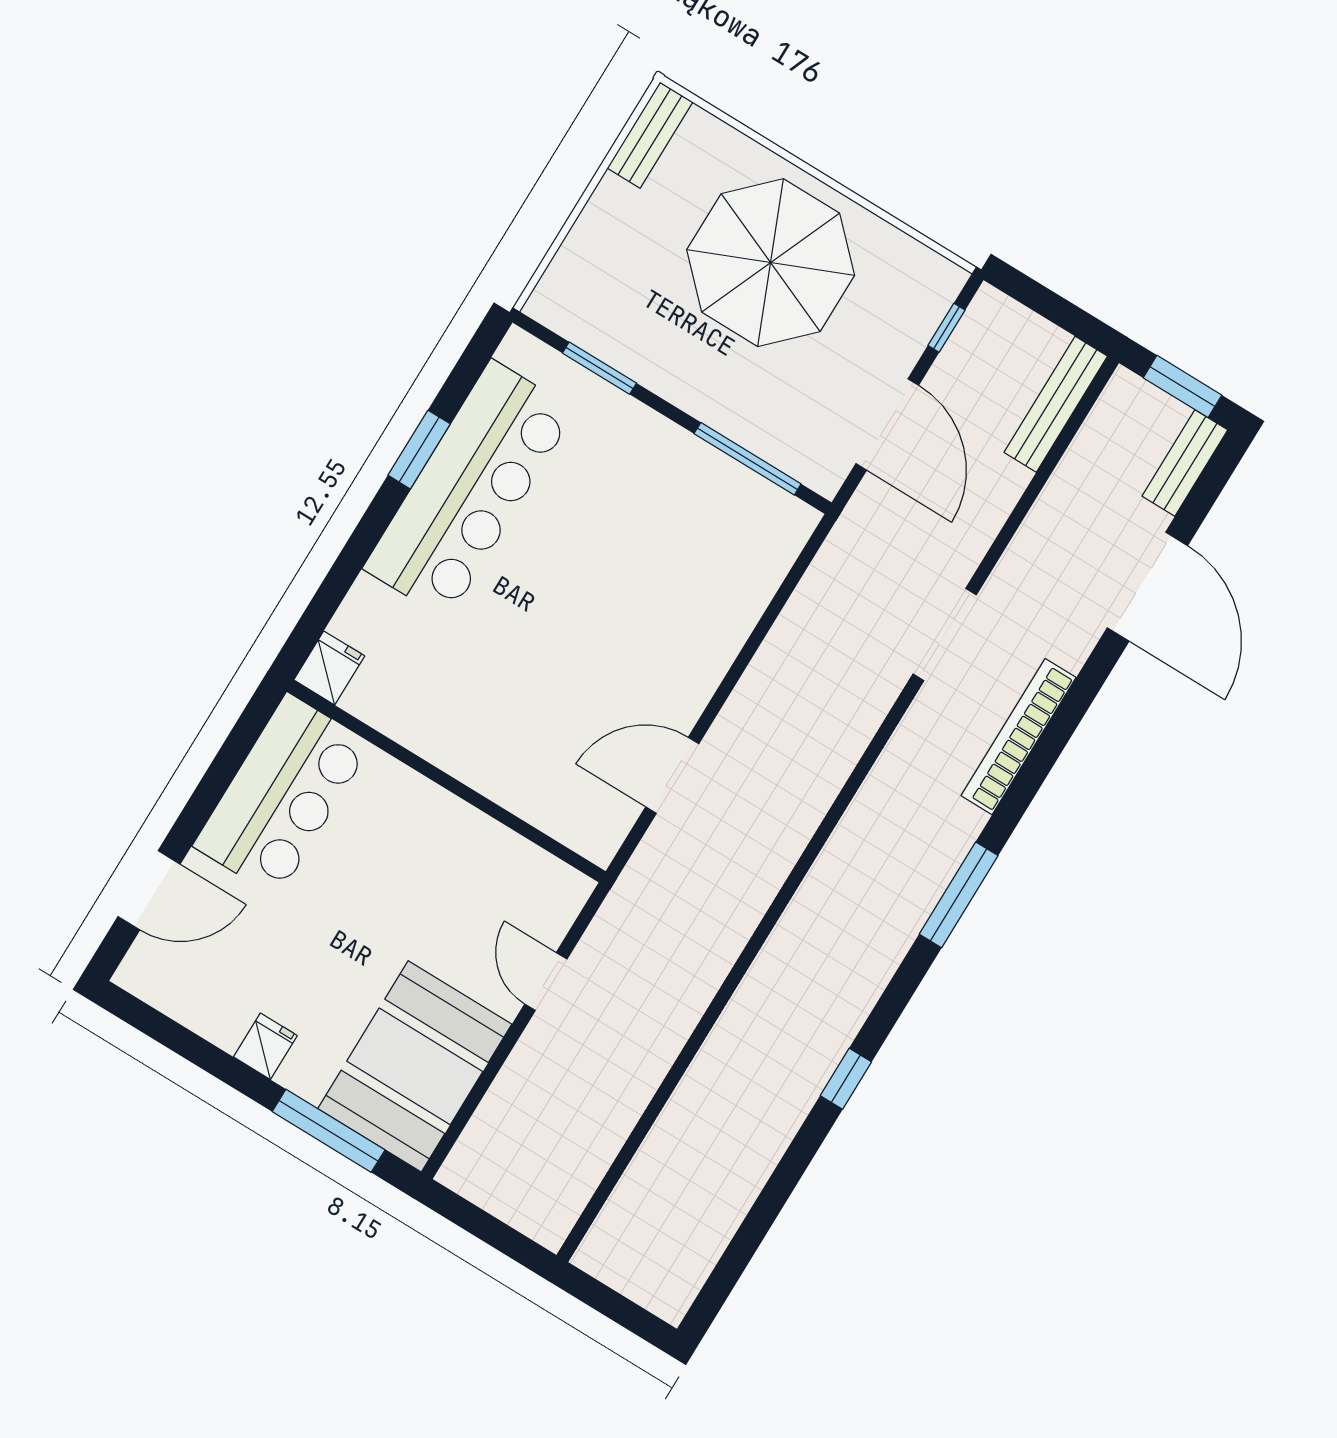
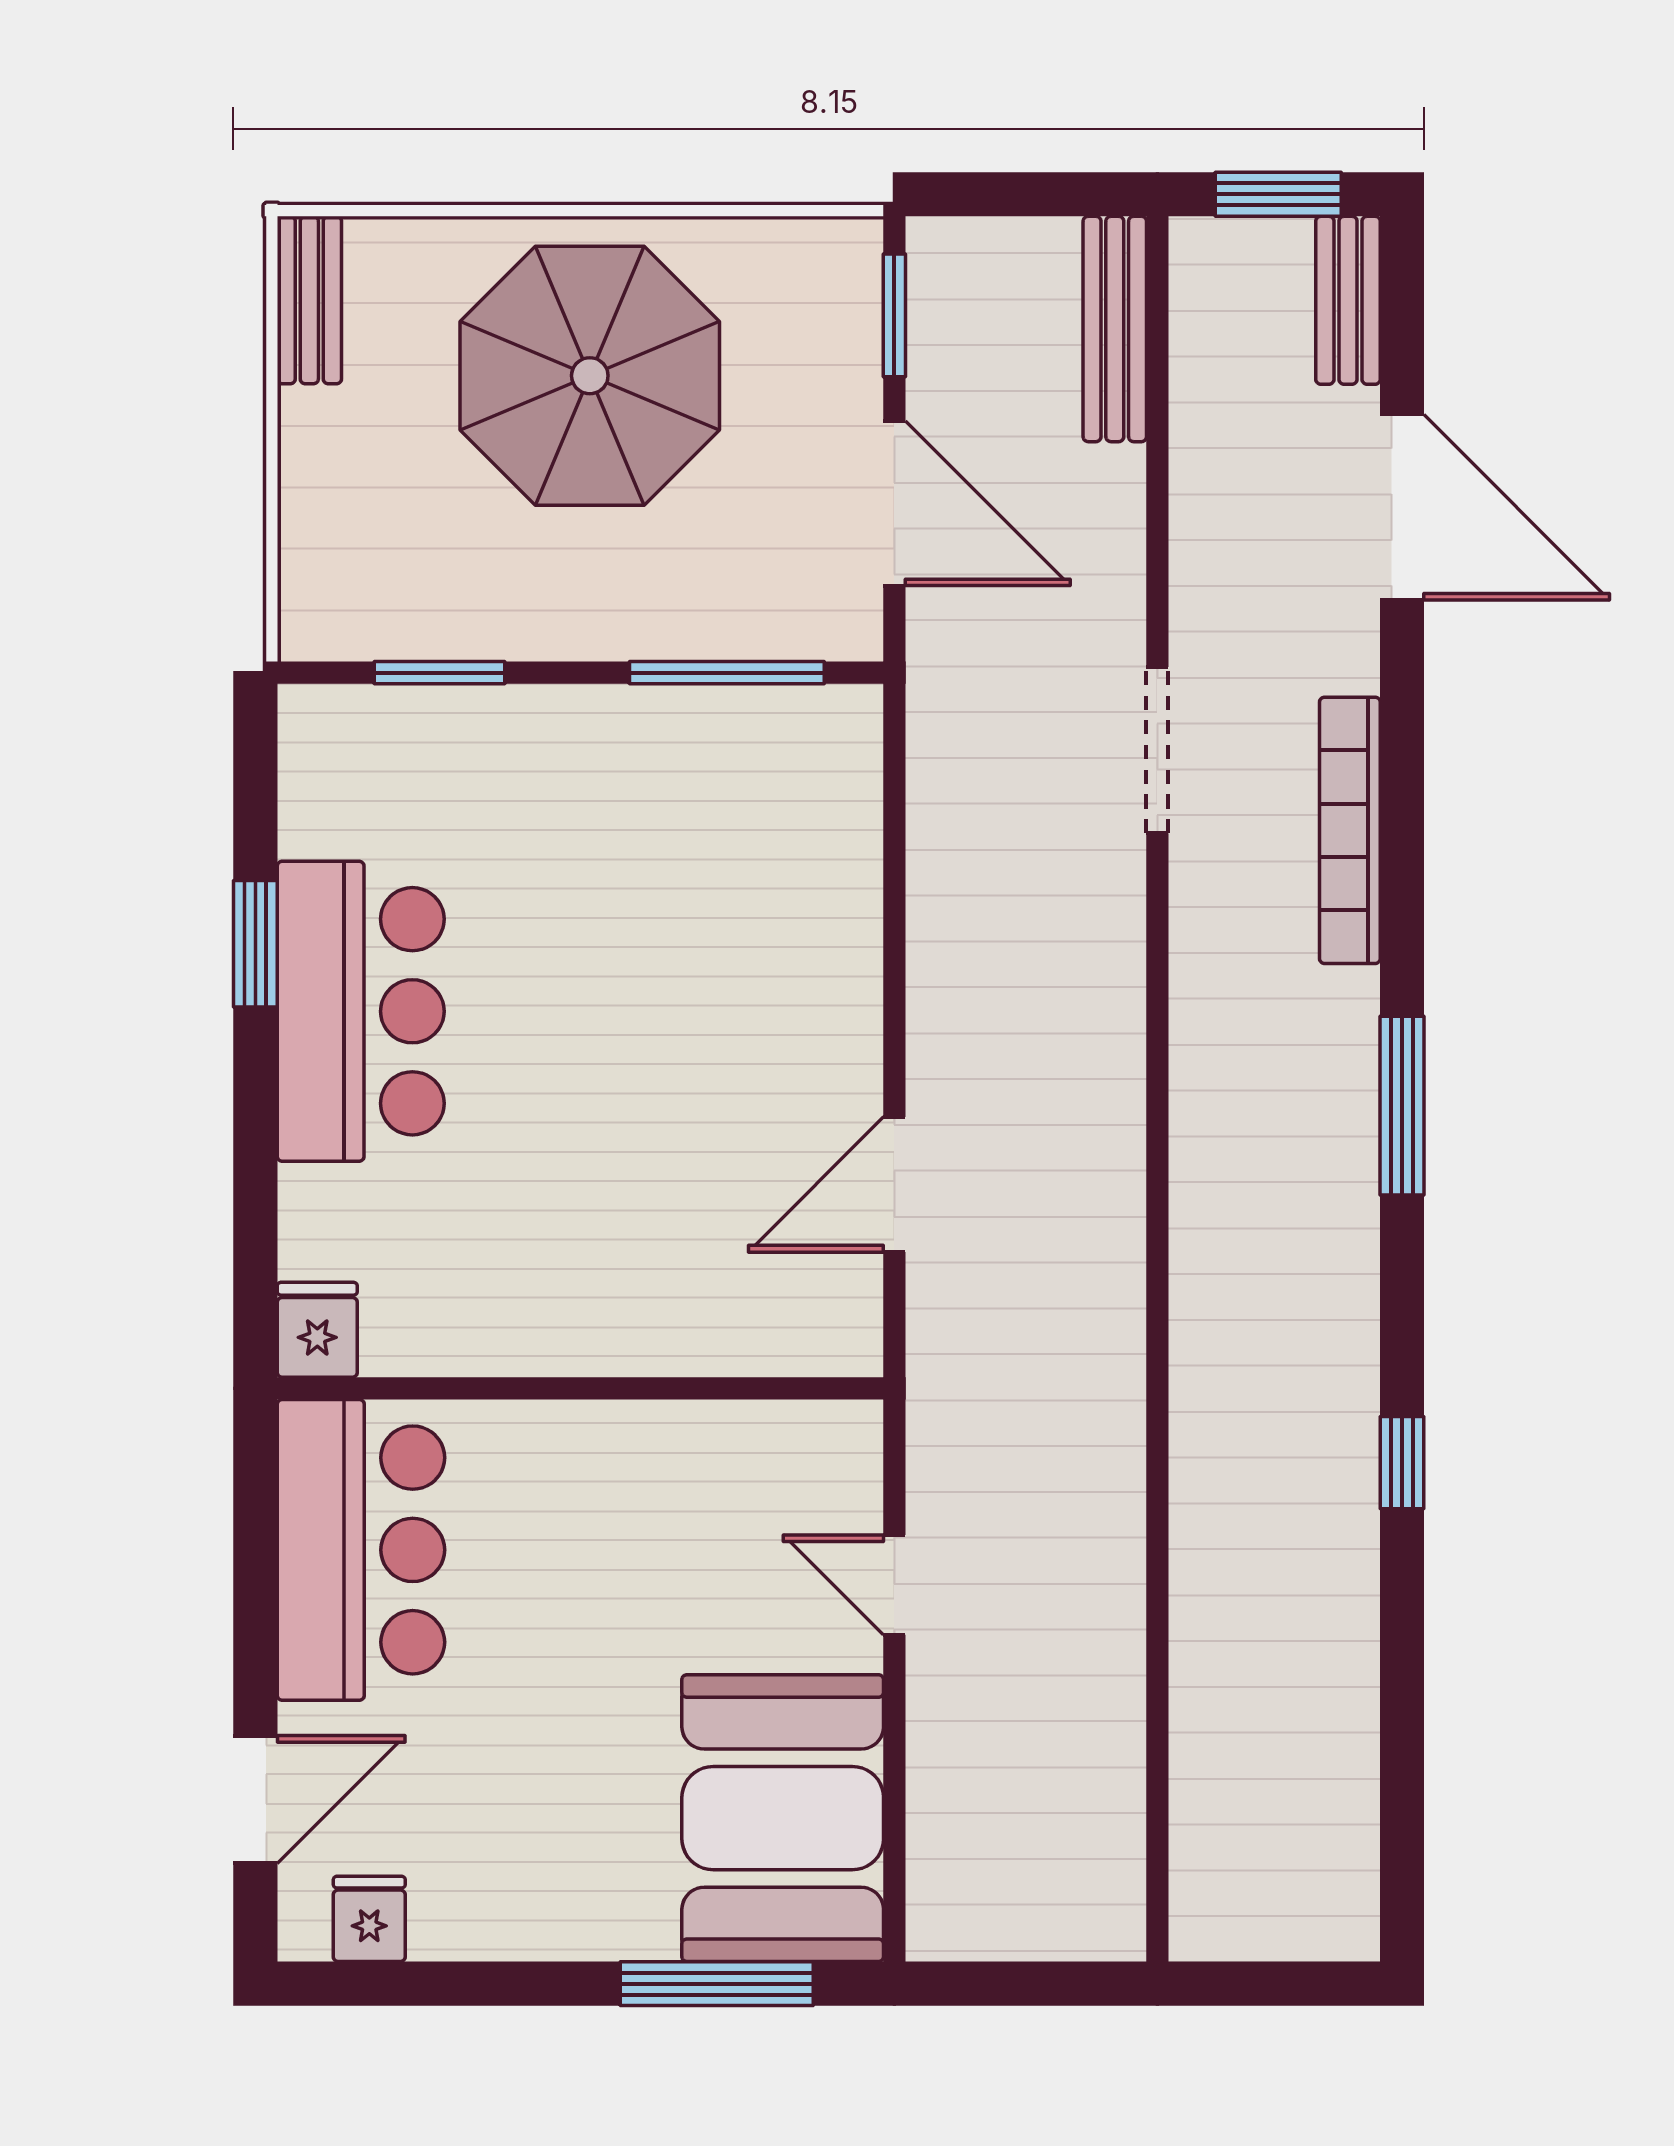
window: (947, 328) -> (894, 315), width x1.50
bar counter: (469, 489) -> (361, 1011), width x0.73
fridge: (265, 1046) -> (369, 1919), moved

